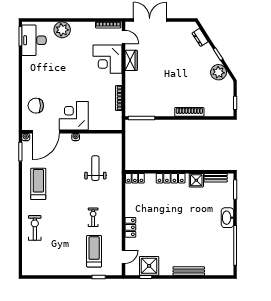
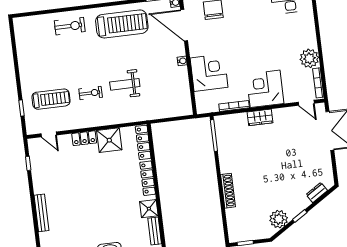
plant: (62, 30) -> (309, 58), moved
door: (124, 37) -> (306, 103), hinge flipped
corner desk: (108, 59) -> (265, 89), moved
wardrobe: (131, 60) -> (260, 117), moved
corner desk: (74, 116) -> (209, 73), moved
weight bench: (95, 168) -> (125, 84), moved, turned 180
locker: (135, 178) -> (143, 142), width x1.53
treadmill: (38, 184) -> (122, 24), width x1.37, depth x1.37
shower: (149, 266) -> (109, 140), moved

